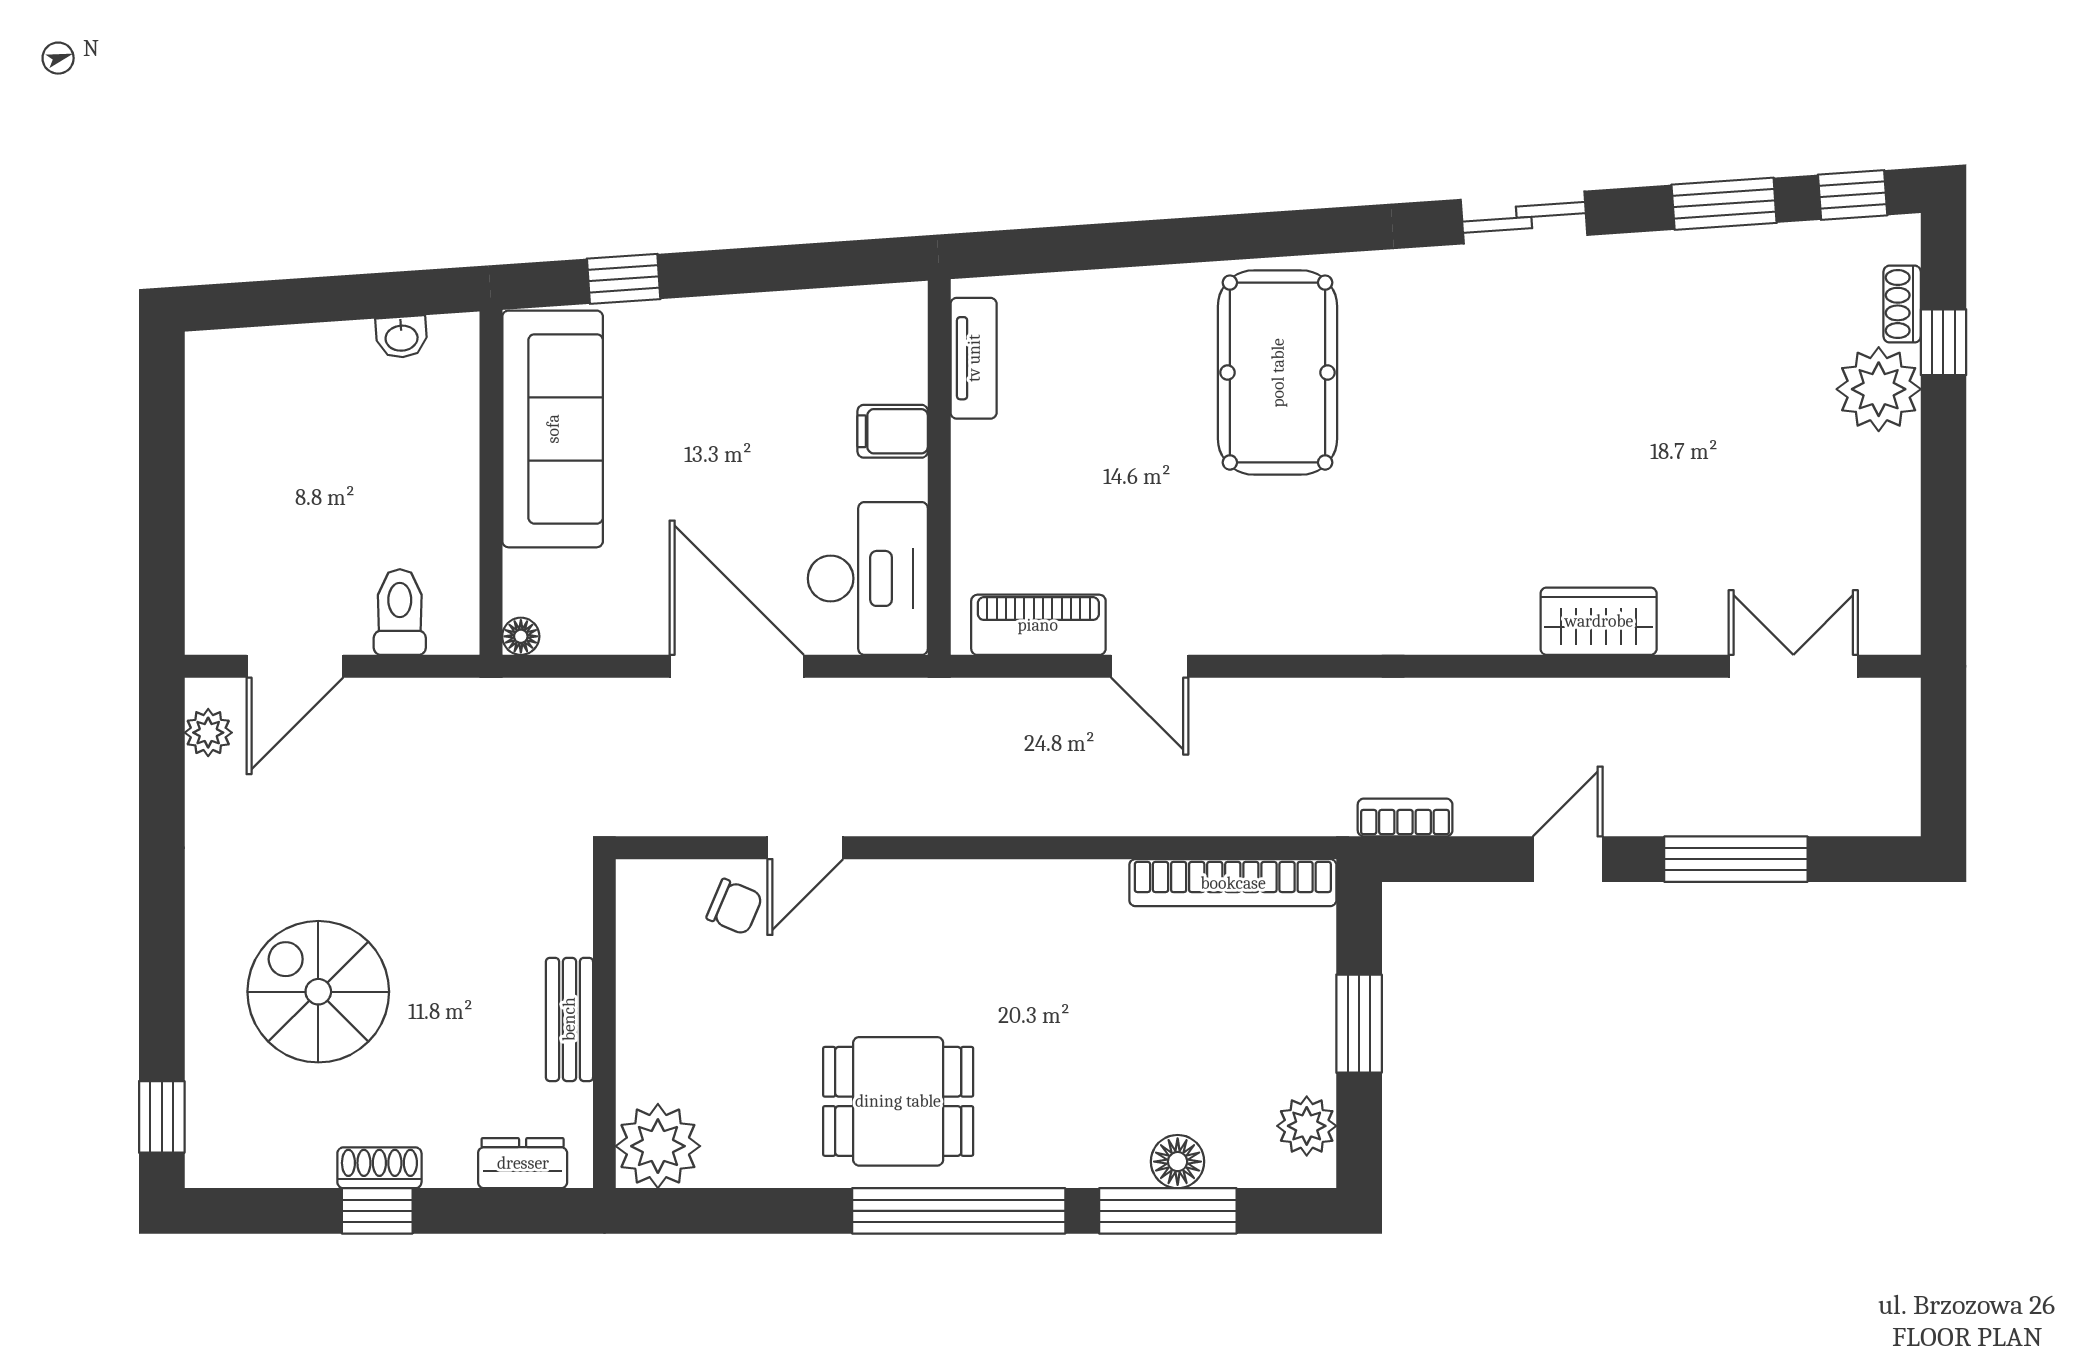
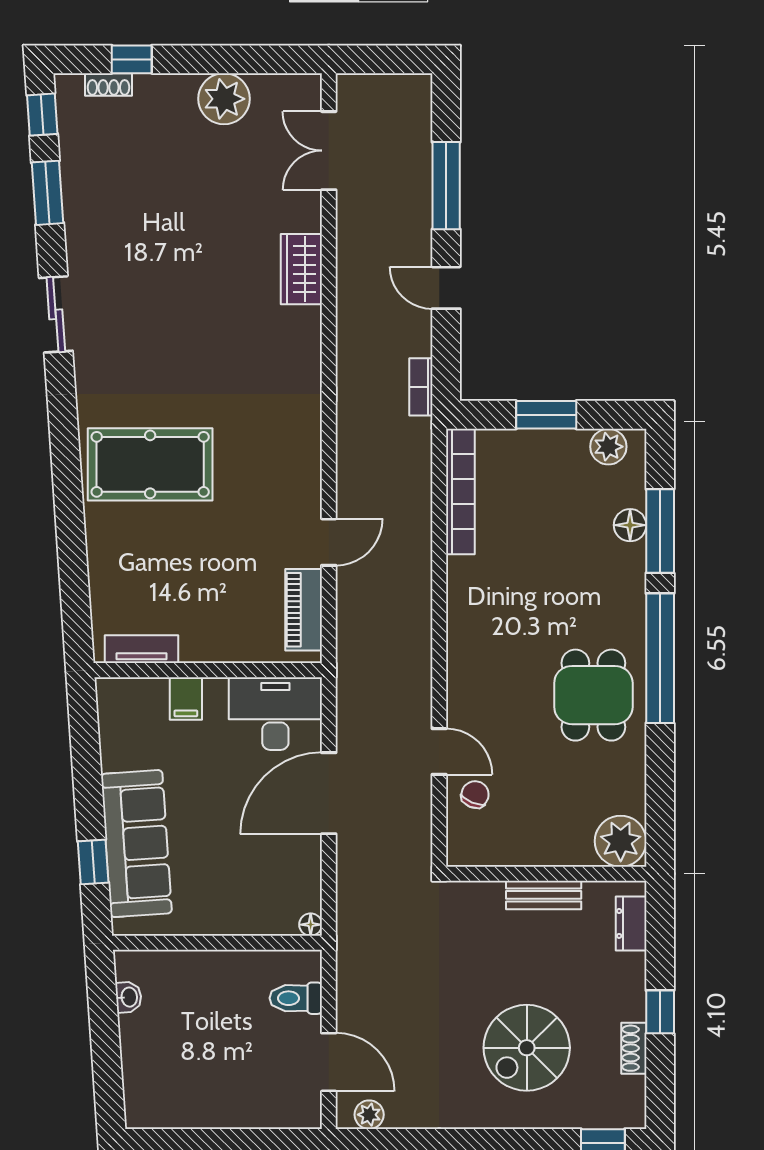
plant: (1879, 389) -> (224, 99), moved
sofa: (553, 429) -> (136, 844), moved, turned 86
shoe rack: (379, 1168) -> (634, 1048), moved

